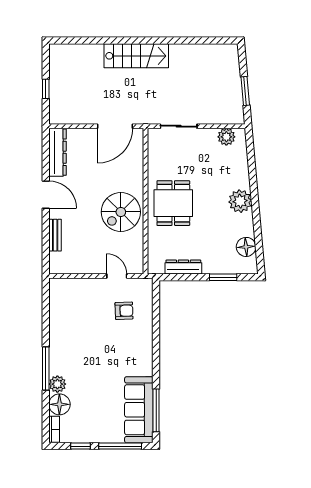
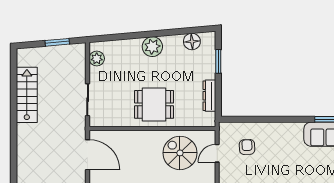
stairs: (136, 56) -> (27, 95), moved
spiral stairs: (121, 212) -> (180, 153), moved, turned 180

